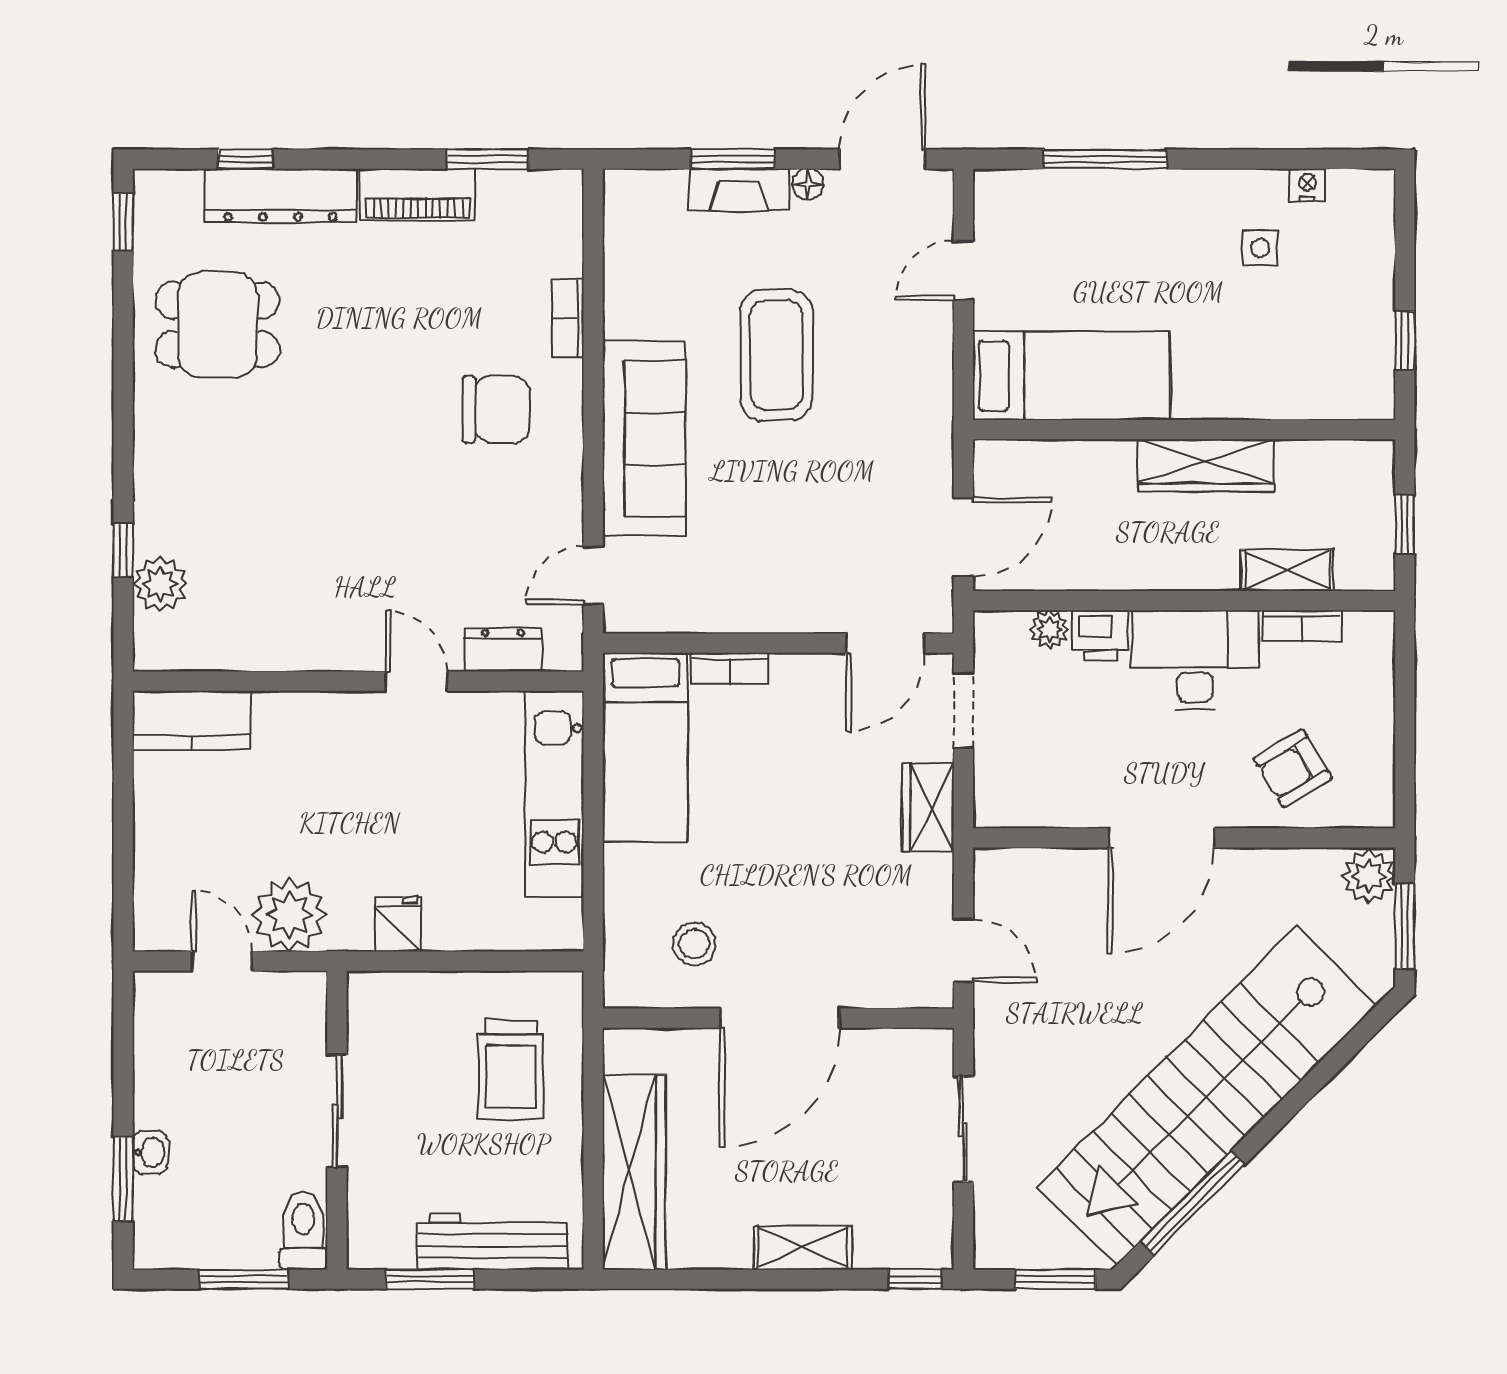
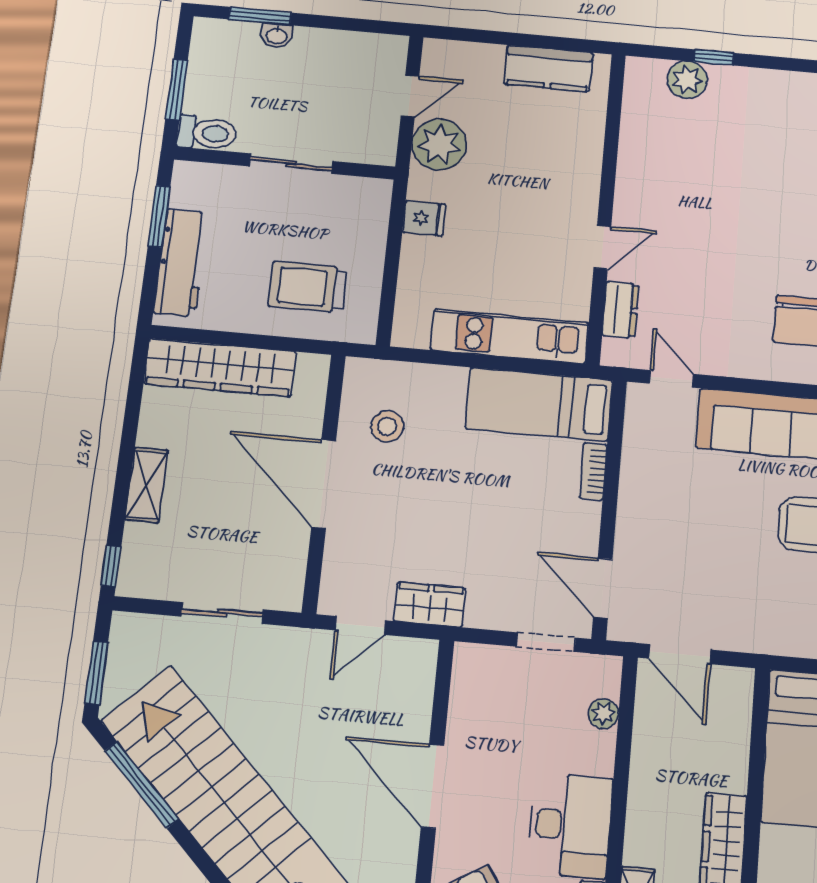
printer: (1100, 635) -> (596, 753), removed
kitchen counter: (192, 720) -> (549, 68), moved, turned -90
wardrobe: (928, 807) -> (430, 605), moved

